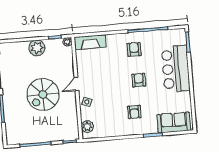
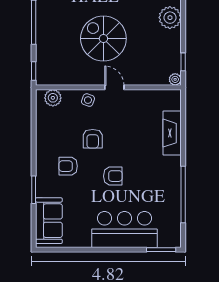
fireplace: (90, 42) -> (172, 133), moved
plant: (37, 48) -> (170, 18), moved
armchair: (134, 49) -> (93, 139), moved, turned 90

